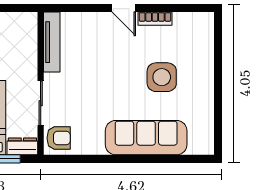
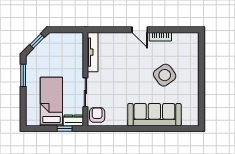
side table: (162, 77) -> (165, 75), turned -35
armchair: (59, 138) -> (97, 115), turned -90

